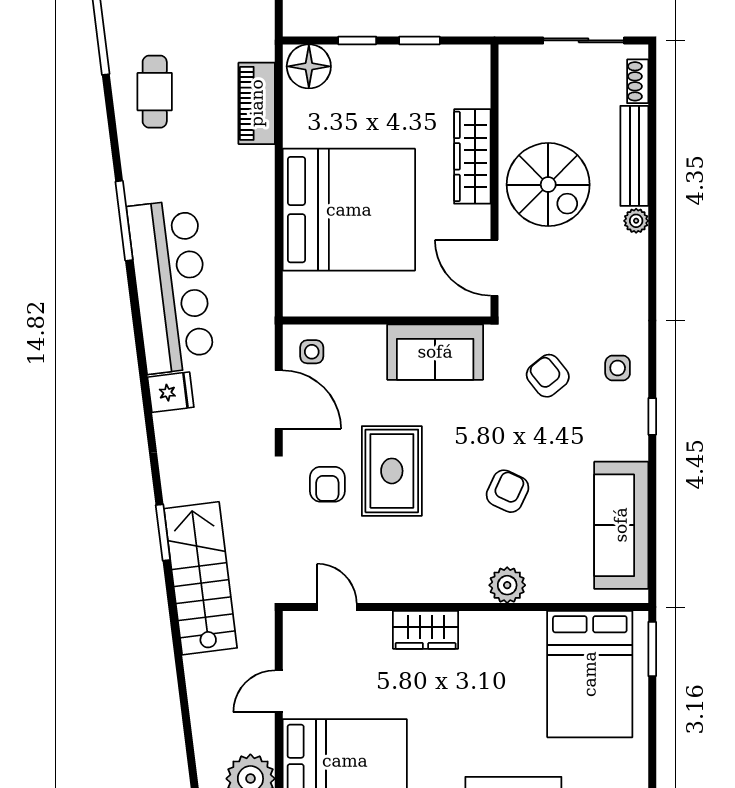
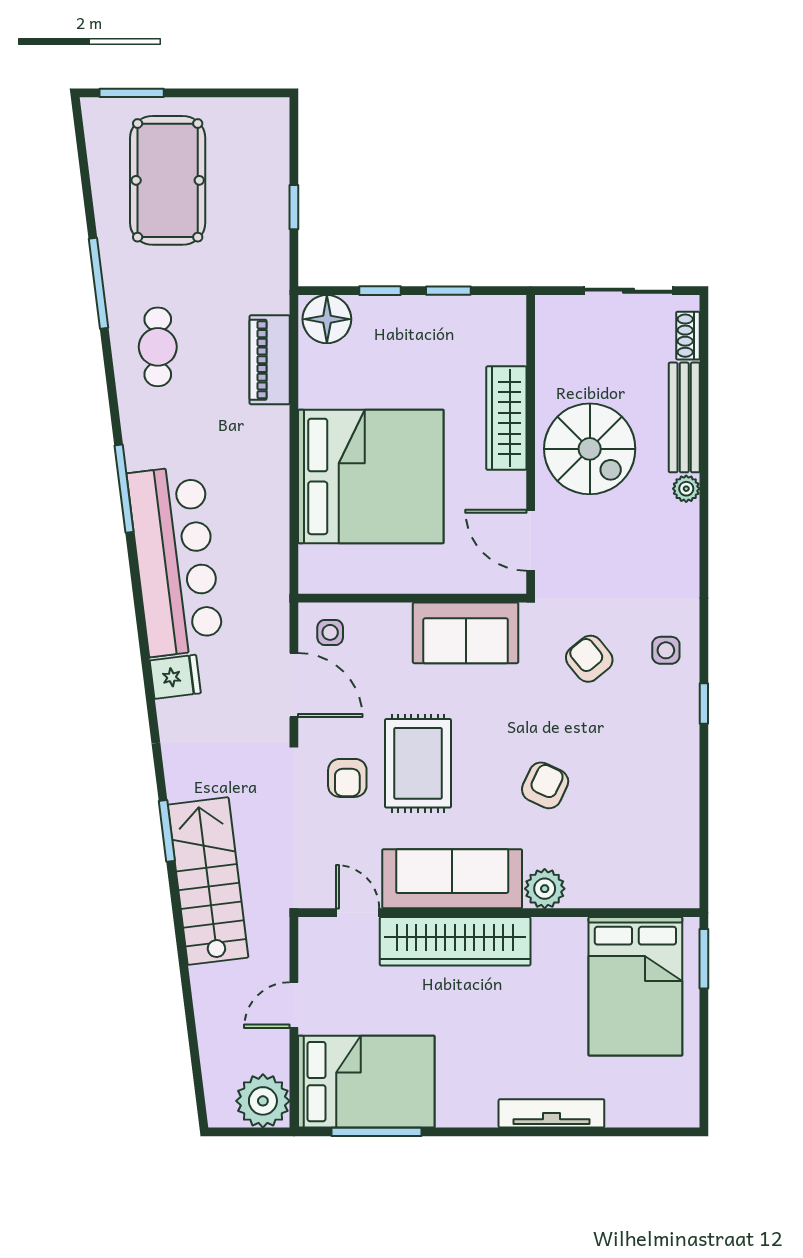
sofa: (621, 525) -> (452, 879), moved, turned 90
wardrobe: (426, 630) -> (455, 941), width x2.10, depth x1.17

